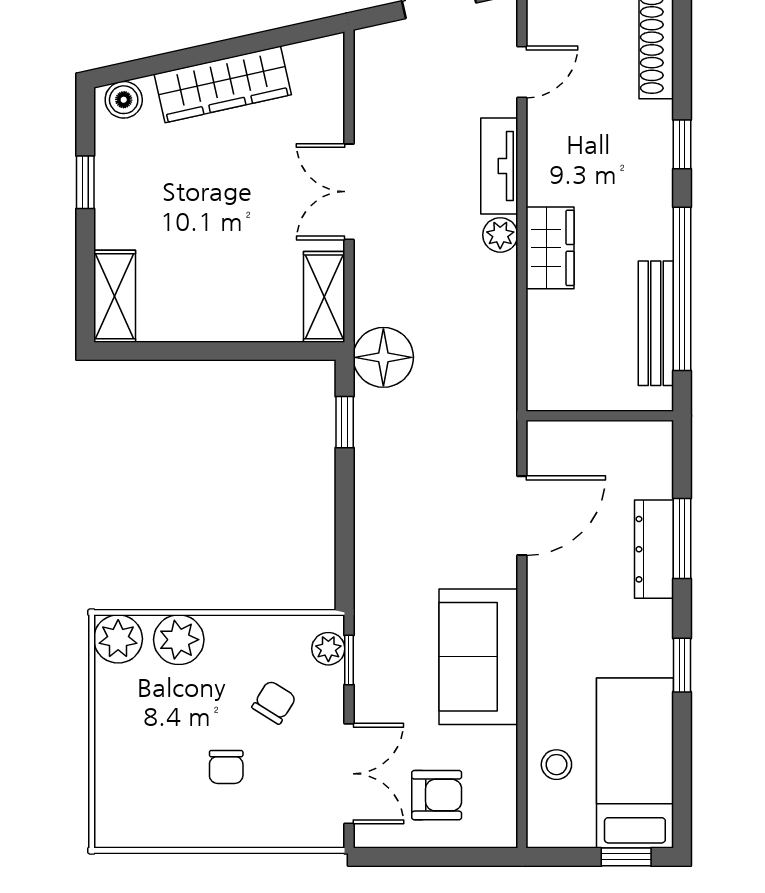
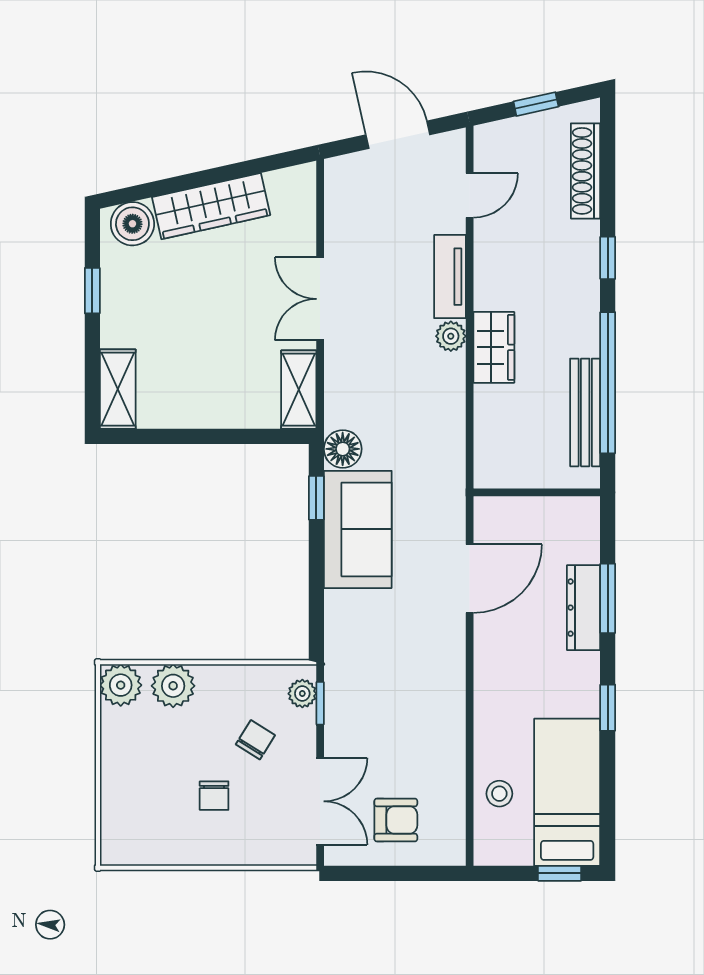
boiler: (124, 100) -> (132, 224), width x1.36, depth x1.36
floor lamp: (383, 357) -> (343, 449), width x0.73, depth x0.73
sofa: (478, 657) -> (358, 529), moved, turned 180

